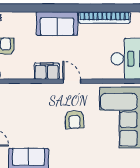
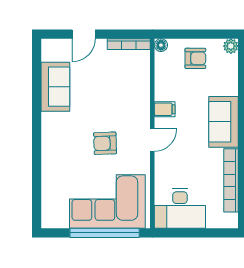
filing cabinet: (47, 71) -> (165, 109), width x0.50

